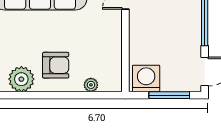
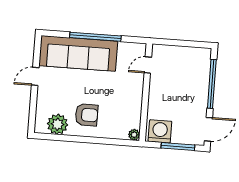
plant: (91, 85) -> (134, 135), moved

